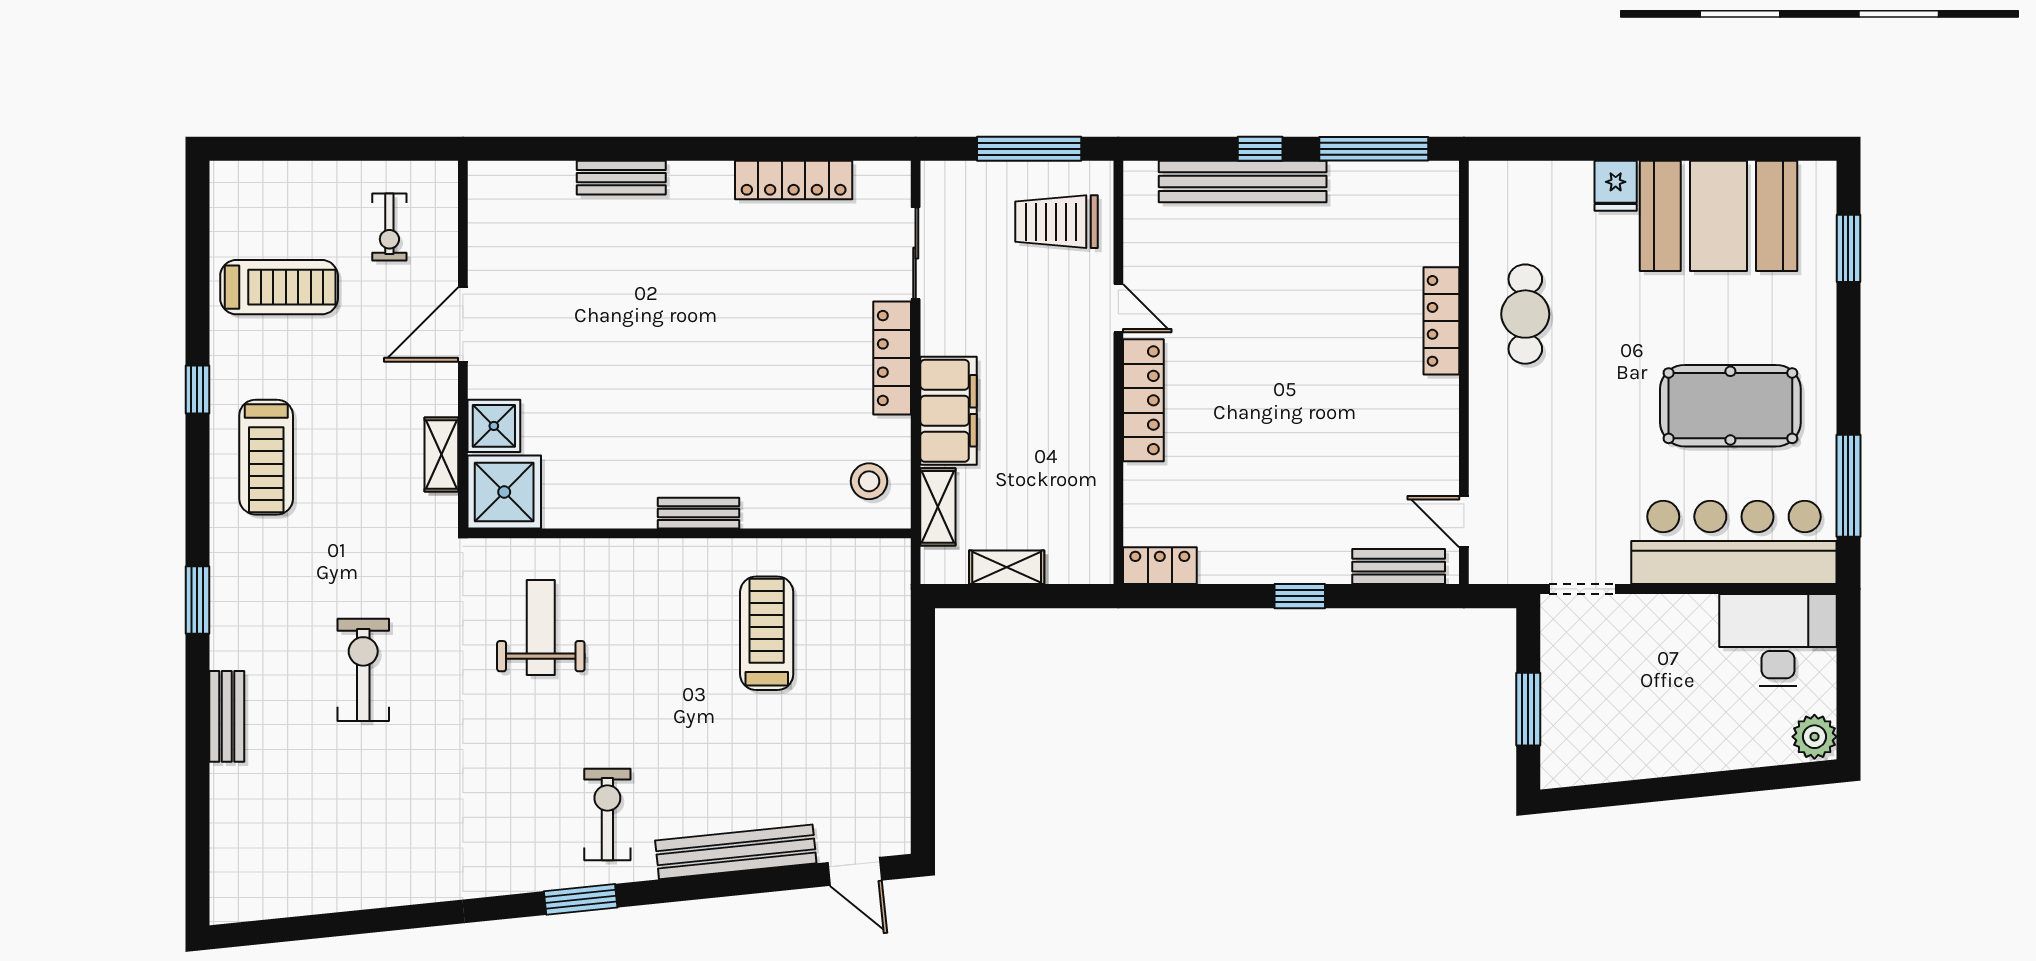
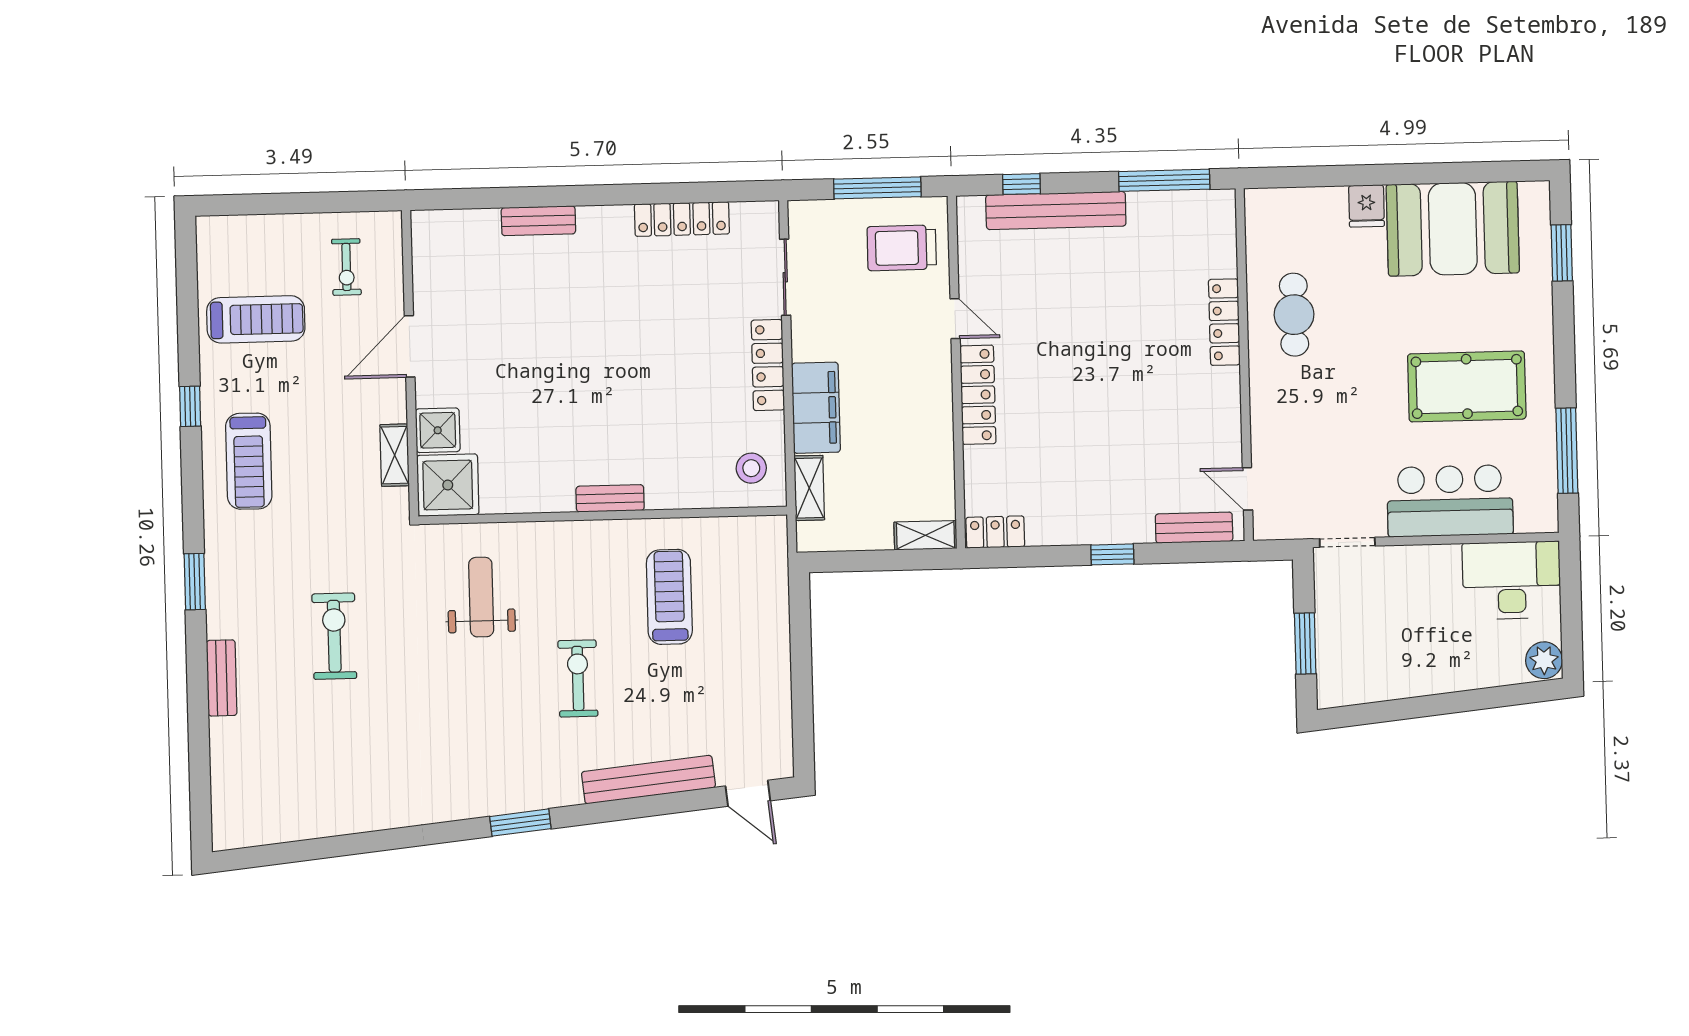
window: (1260, 149) -> (1021, 184), moved
bar counter: (1734, 542) -> (1450, 501), width x0.73
shelving: (1007, 567) -> (926, 535), moved
exercise bike: (607, 814) -> (578, 678), moved

